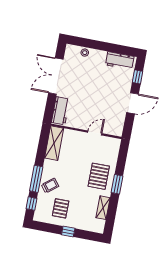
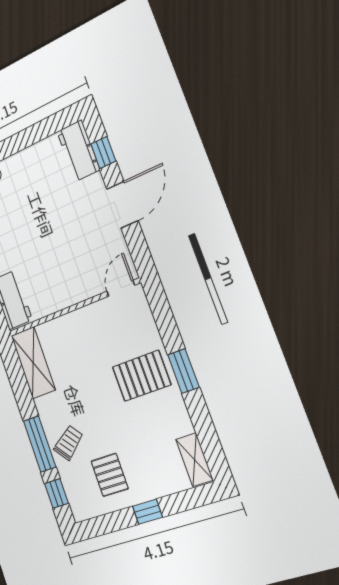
workbench: (120, 61) -> (78, 151), moved, turned 90
door: (95, 133) -> (121, 288), moved
pallet: (99, 176) -> (142, 376), turned 90
shelving: (103, 208) -> (194, 460), moved

